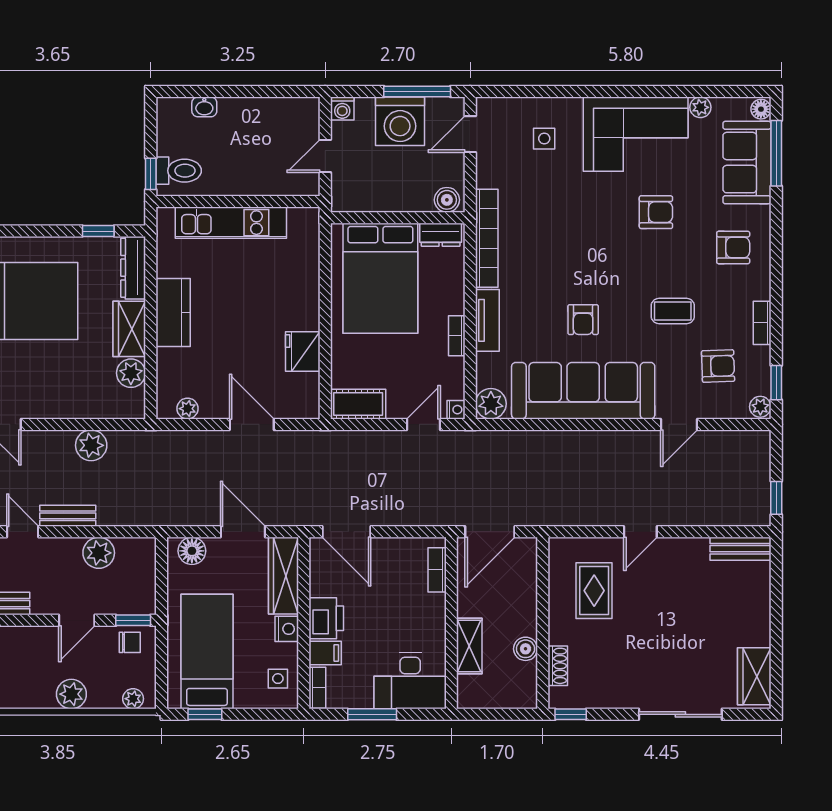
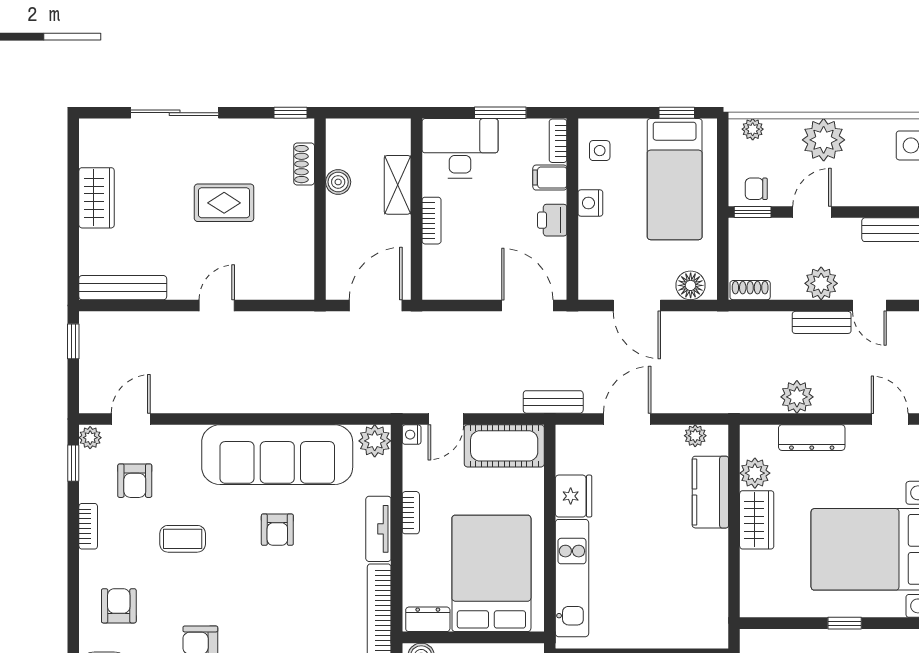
kitchen unit: (231, 223) -> (572, 578), moved, turned 90
window: (98, 231) -> (845, 623), moved
armchair: (733, 248) -> (119, 606), turned 90
dresser: (133, 268) -> (812, 438), moved, turned 90
kitchen counter: (173, 313) -> (710, 492), moved
armchair: (583, 320) -> (277, 530), turned 180
armchair: (718, 366) -> (135, 481), turned -88
cot: (358, 404) -> (504, 446), width x1.37, depth x1.34
door: (252, 424) -> (627, 419), swing flipped
door: (679, 424) -> (131, 419), moved
bench: (322, 441) -> (553, 402), added
shoe rack: (135, 546) -> (750, 290), added
bench: (740, 549) -> (123, 288), width x1.36
plant: (99, 553) -> (821, 283), moved
bookcase: (437, 570) -> (432, 221), moved
wardrobe: (283, 576) -> (594, 259), removed
rug: (594, 591) -> (224, 203), moved, turned 90
printer: (326, 618) -> (552, 220), width x0.73, depth x0.81
wardrobe: (754, 676) -> (97, 198), moved
plant: (71, 694) -> (824, 140), width x1.36, depth x1.36

